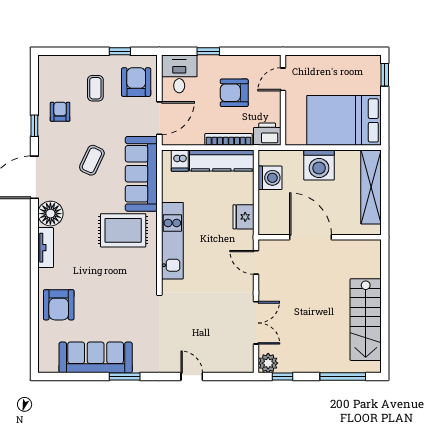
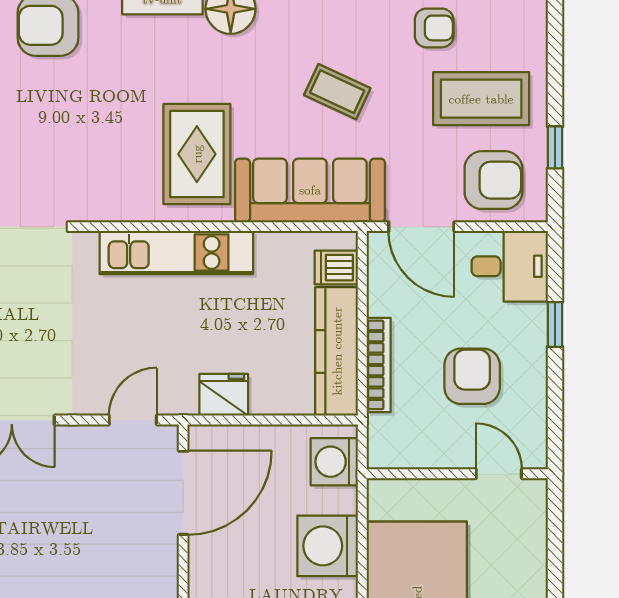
coffee table: (95, 88) -> (481, 99), width x1.86, depth x1.72
printer: (267, 134) -> (389, 442), removed
washing machine: (270, 178) -> (334, 462), moved, turned 90
door: (310, 237) -> (183, 493), moved

